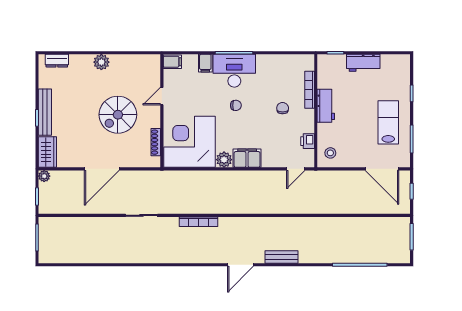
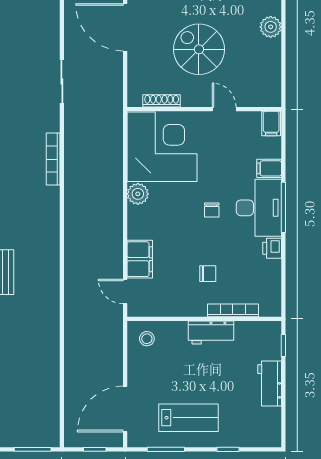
printer: (308, 141) -> (272, 248), moved, turned -90
filing cabinet: (247, 158) -> (140, 259), moved

